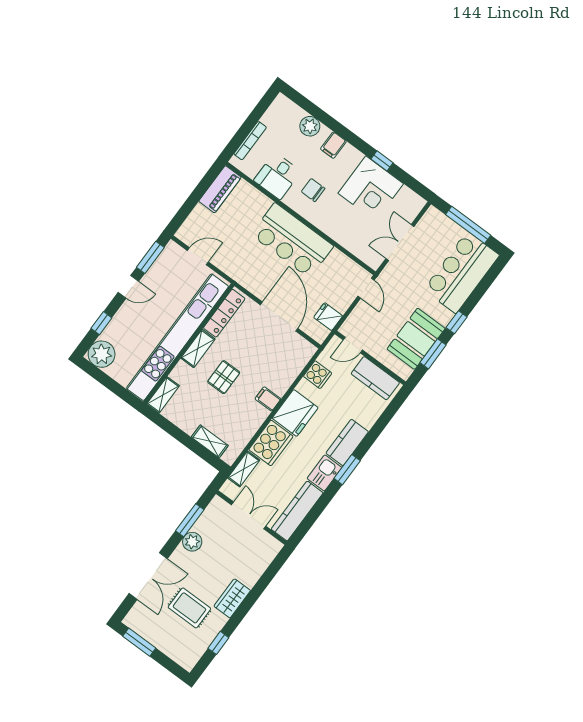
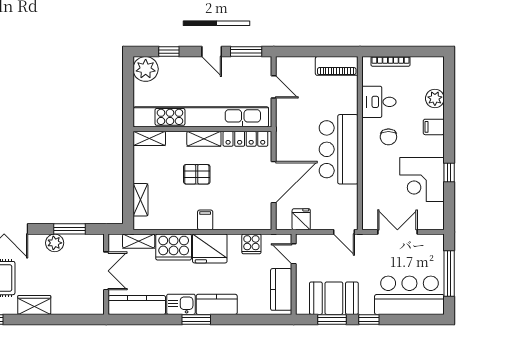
chair: (313, 190) -> (388, 137), turned 180
door: (366, 288) -> (344, 232), hinge flipped

